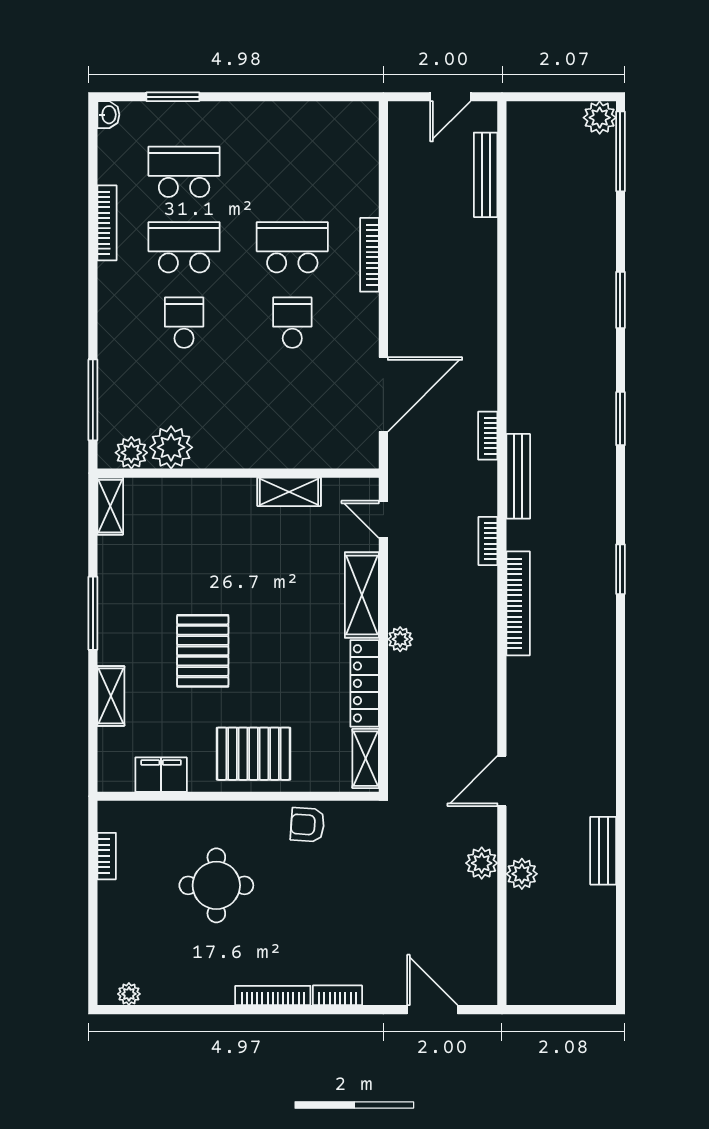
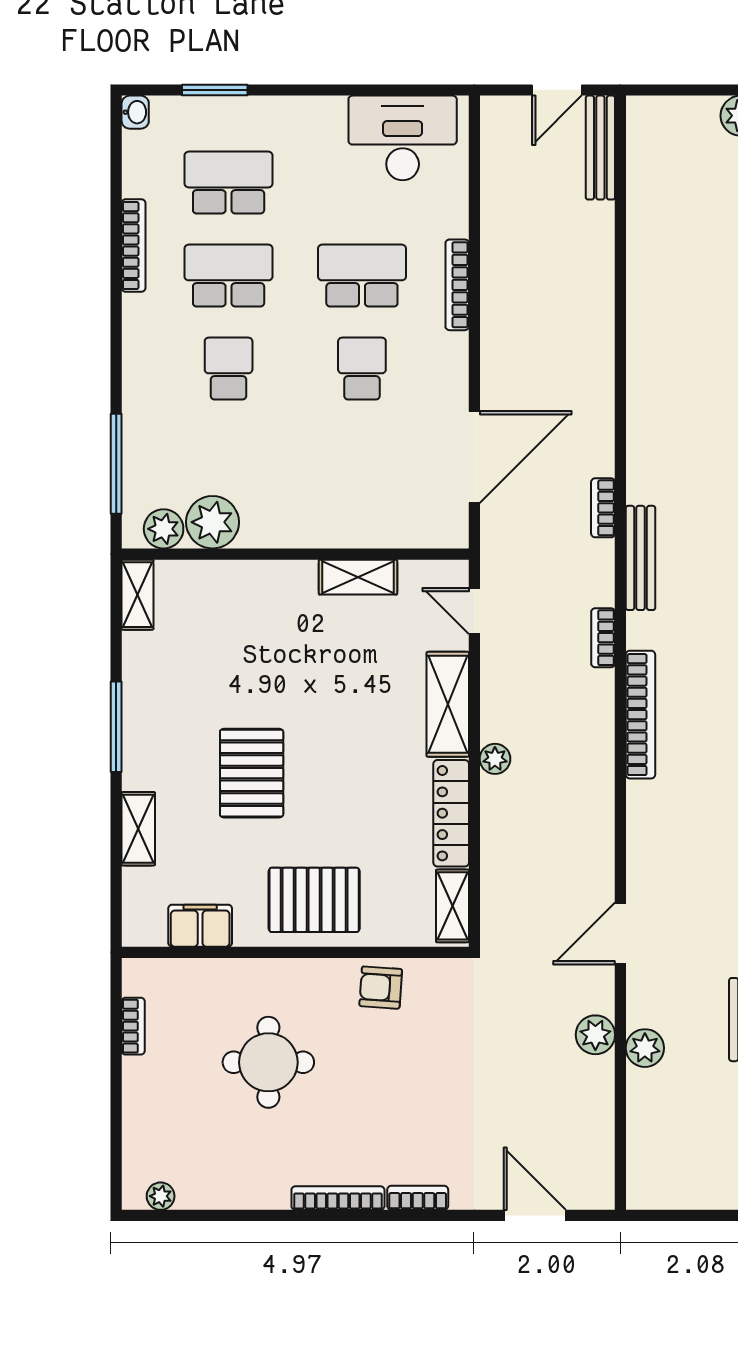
desk: (325, 136) -> (403, 138), added
bench: (486, 175) -> (600, 148), moved

